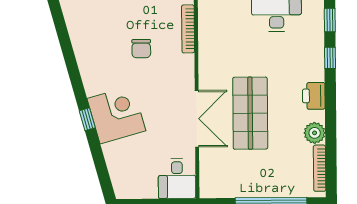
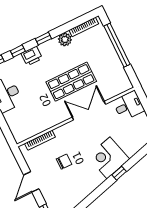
printer: (314, 96) -> (32, 56), moved
window: (330, 103) -> (43, 39), added

